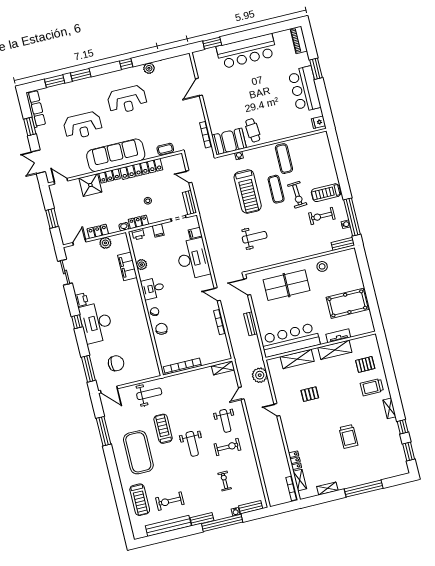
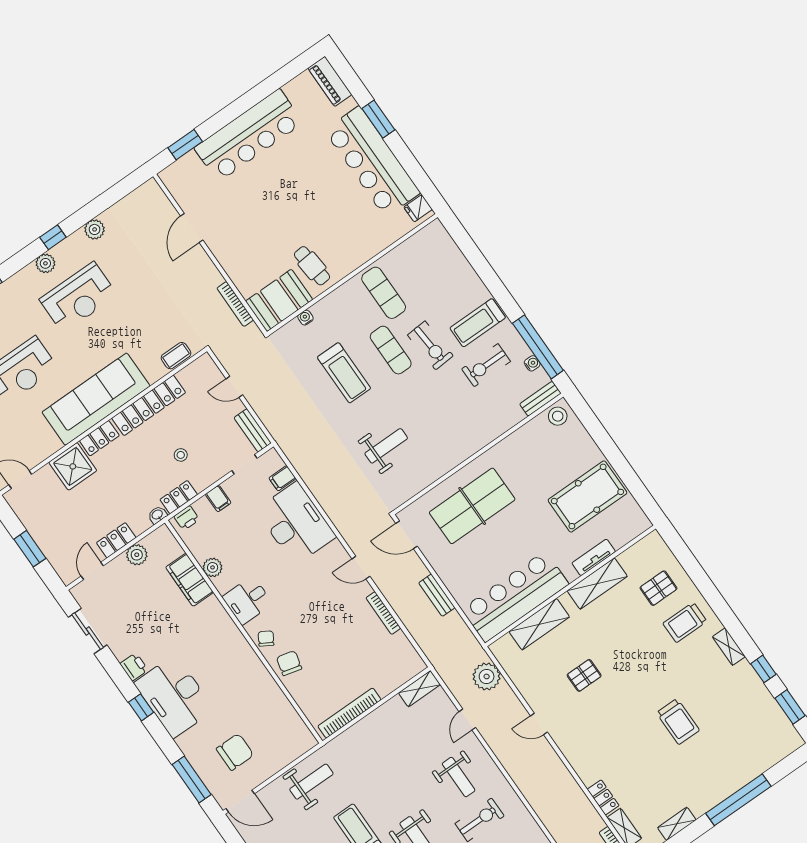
plant: (117, 76) -> (45, 263), added
bar counter: (304, 89) -> (372, 162), width x1.36
treadmill: (248, 191) -> (344, 373), width x0.73, depth x0.73
stool: (322, 266) -> (558, 416), moved

